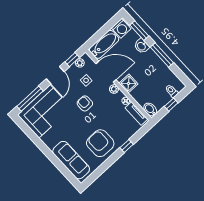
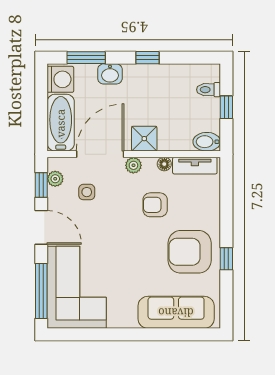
window: (162, 55) -> (147, 58), width x0.46
armchair: (85, 103) -> (155, 205), moved
window: (127, 146) -> (226, 259), moved

